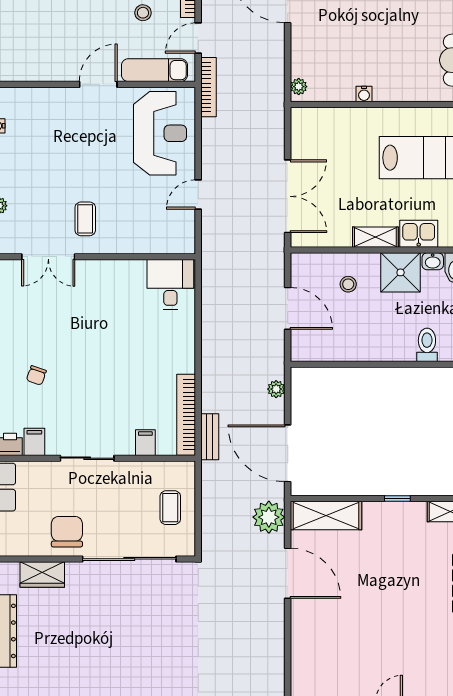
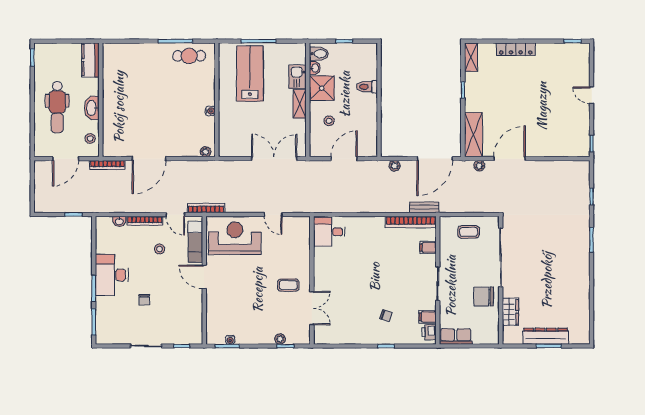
toilet: (427, 345) -> (367, 87), moved
plant: (269, 517) -> (479, 166), width x0.53, depth x0.53

